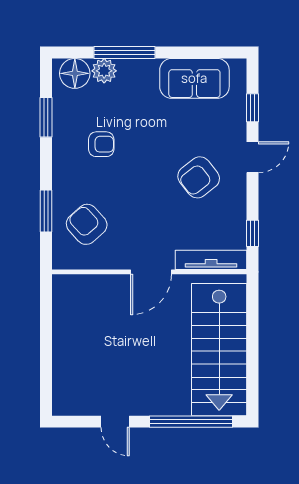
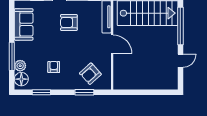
armchair: (199, 177) -> (69, 23), turned 128

